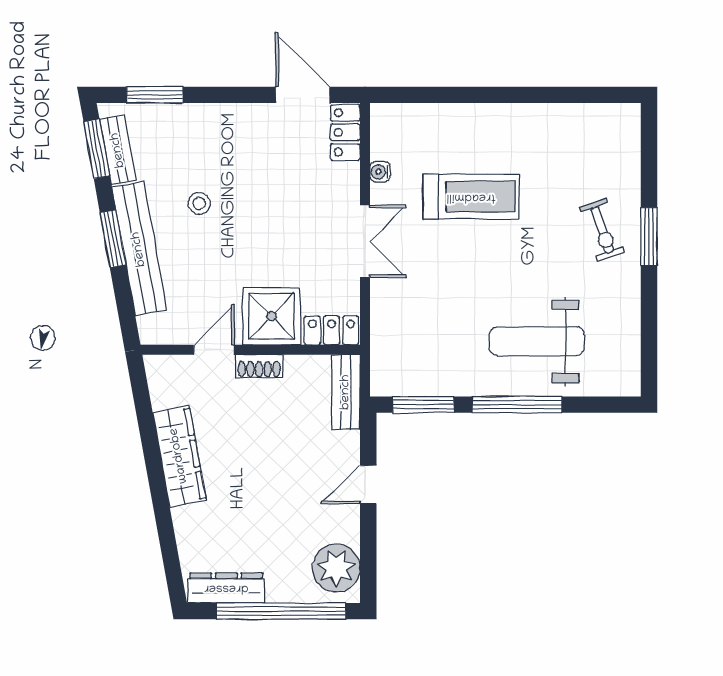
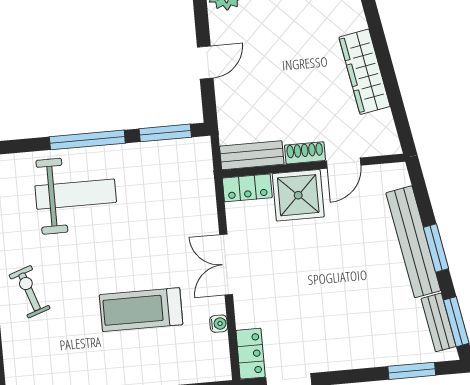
stool: (199, 203) -> (367, 284), removed
bench: (346, 392) -> (252, 155), moved, turned 90

